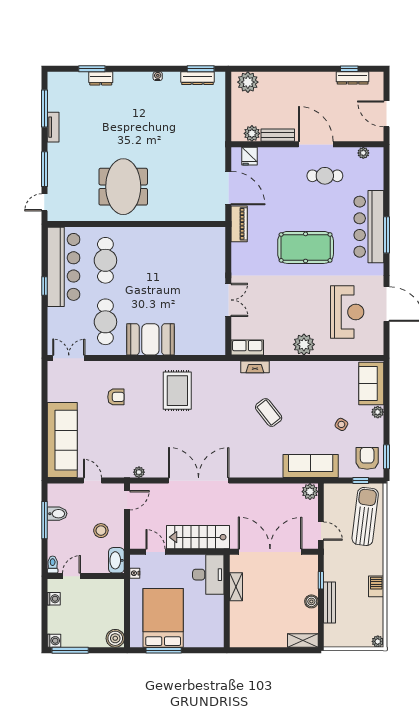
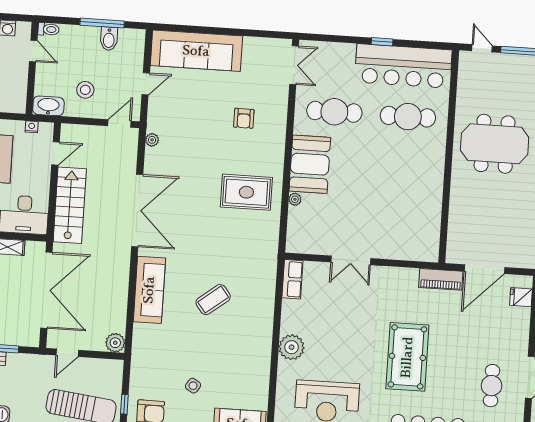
plant: (181, 350) -> (295, 199), added
fireplace: (255, 367) -> (269, 287), removed
sofa: (311, 466) -> (149, 290), moved
door: (127, 500) -> (119, 123), swing flipped

